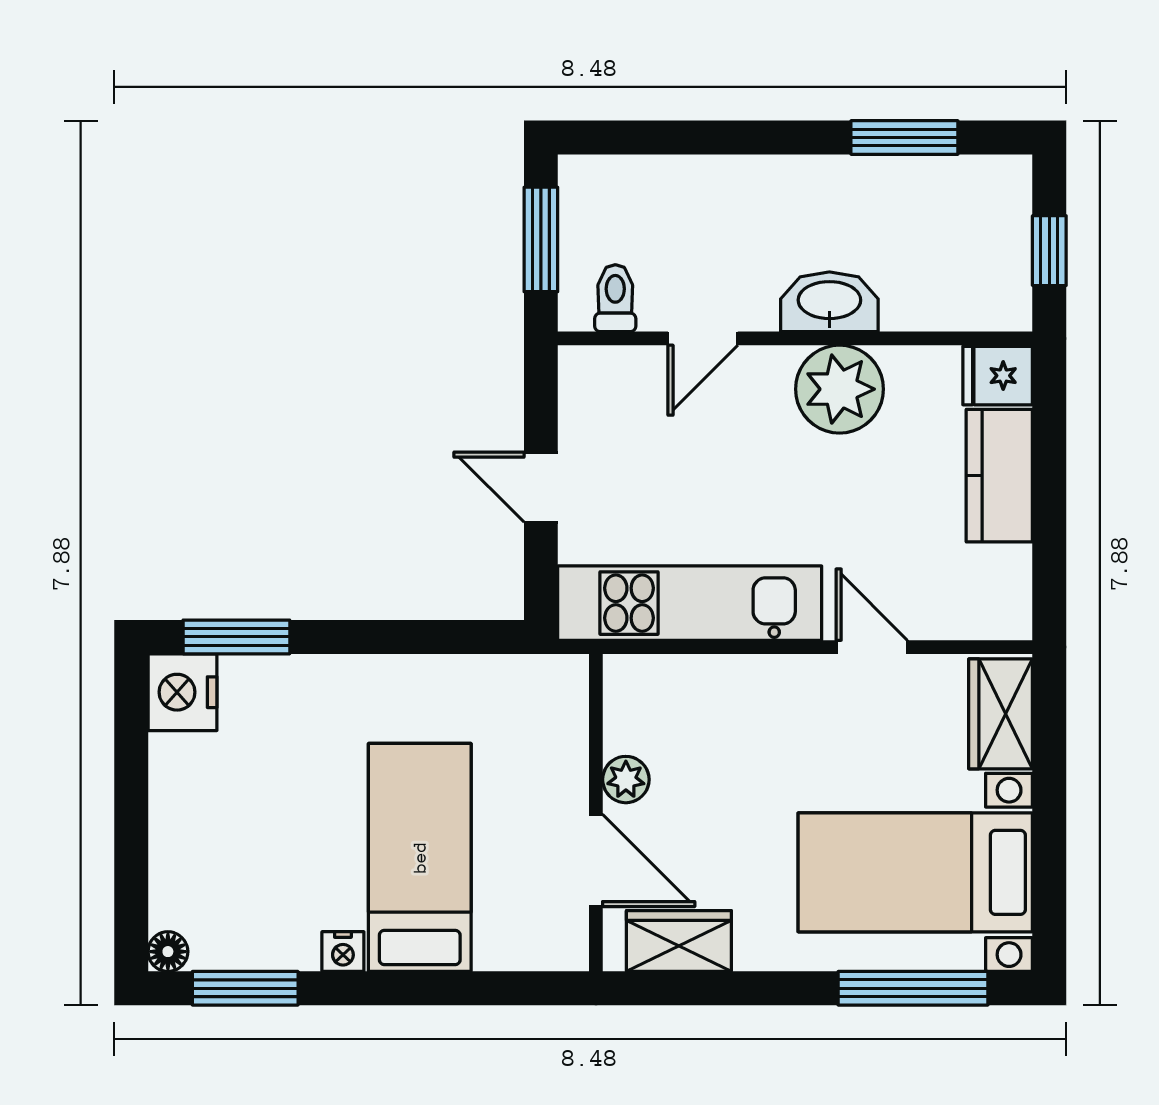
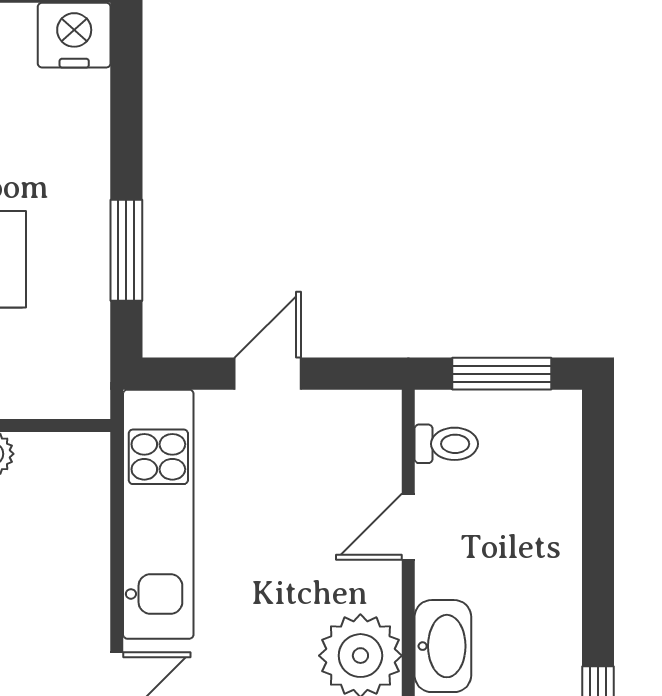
door: (703, 338) -> (408, 527), hinge flipped
window: (236, 637) -> (126, 250), moved

